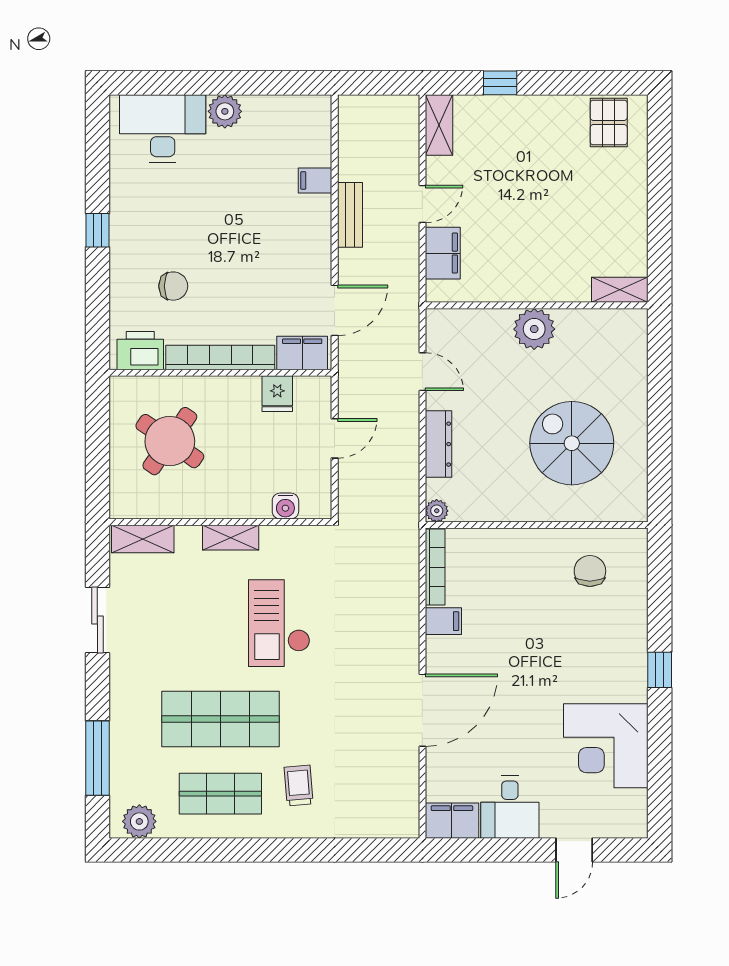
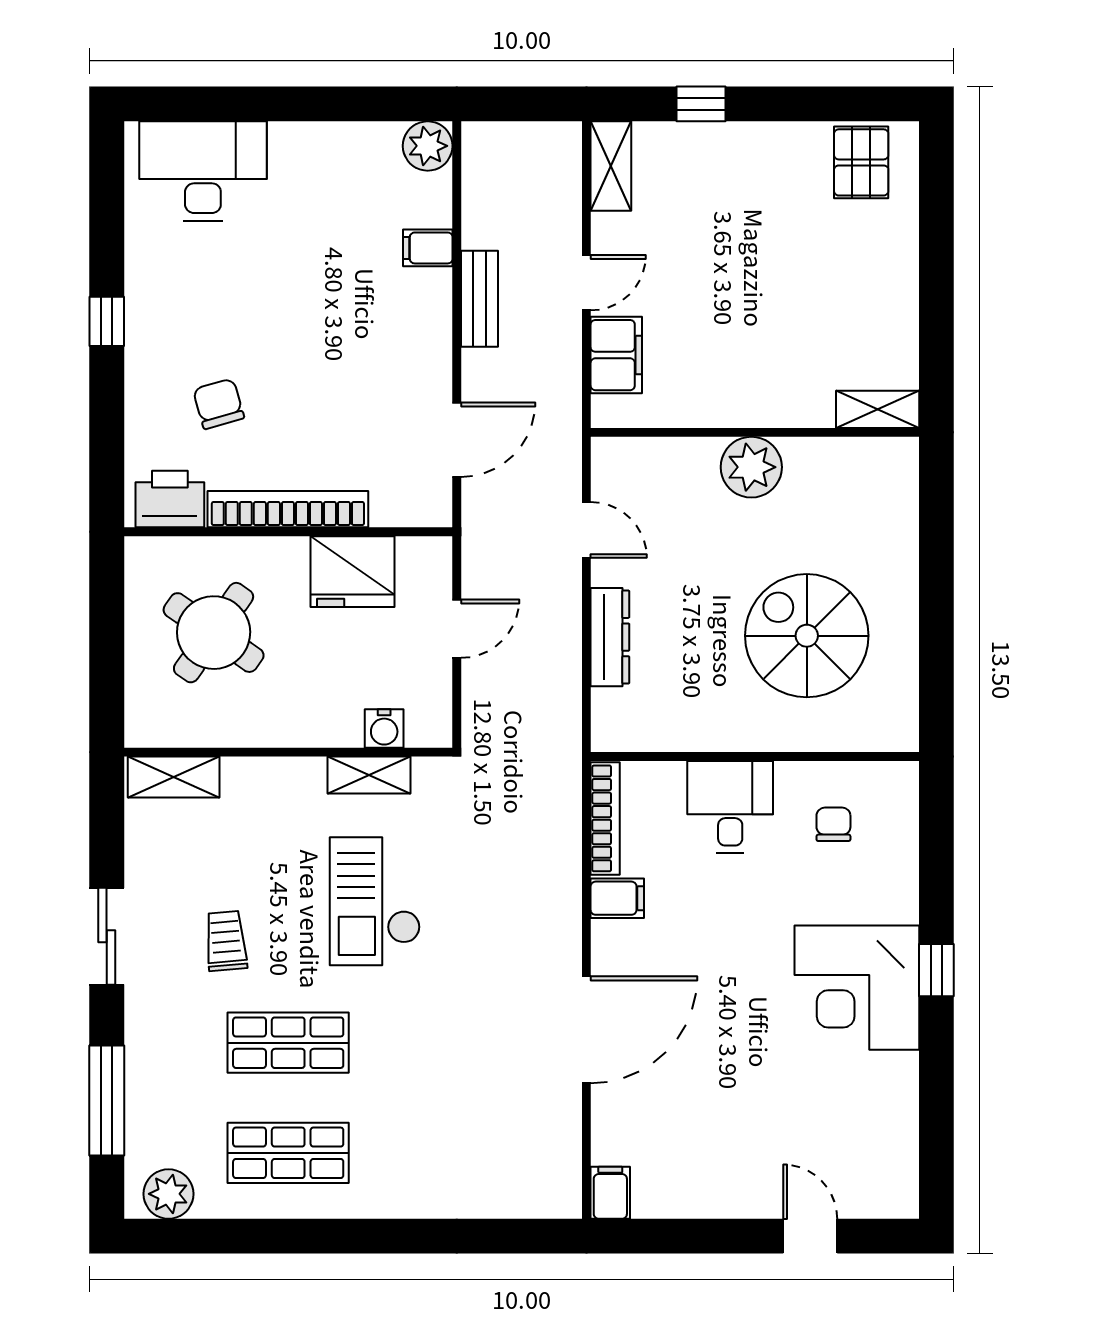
plant: (225, 111) -> (428, 146), moved
chair: (173, 286) -> (219, 404), turned -106
filing cabinet: (302, 353) -> (409, 503), removed
fridge: (277, 394) -> (352, 572), width x1.88, depth x1.34
plant: (437, 511) -> (607, 735), removed
shelving: (231, 538) -> (369, 775), moved
chair: (590, 571) -> (833, 824), width x0.73, depth x0.73
sliding door: (97, 620) -> (107, 936), moved
shop shelf: (220, 719) -> (288, 1043), width x0.70, depth x0.74
corner desk: (606, 746) -> (857, 988), moved
trolley: (299, 786) -> (226, 941), moved
desk: (510, 807) -> (730, 807), moved, turned 180
filing cabinet: (452, 821) -> (610, 1193), width x0.50
door: (574, 850) -> (810, 1236), swing flipped

